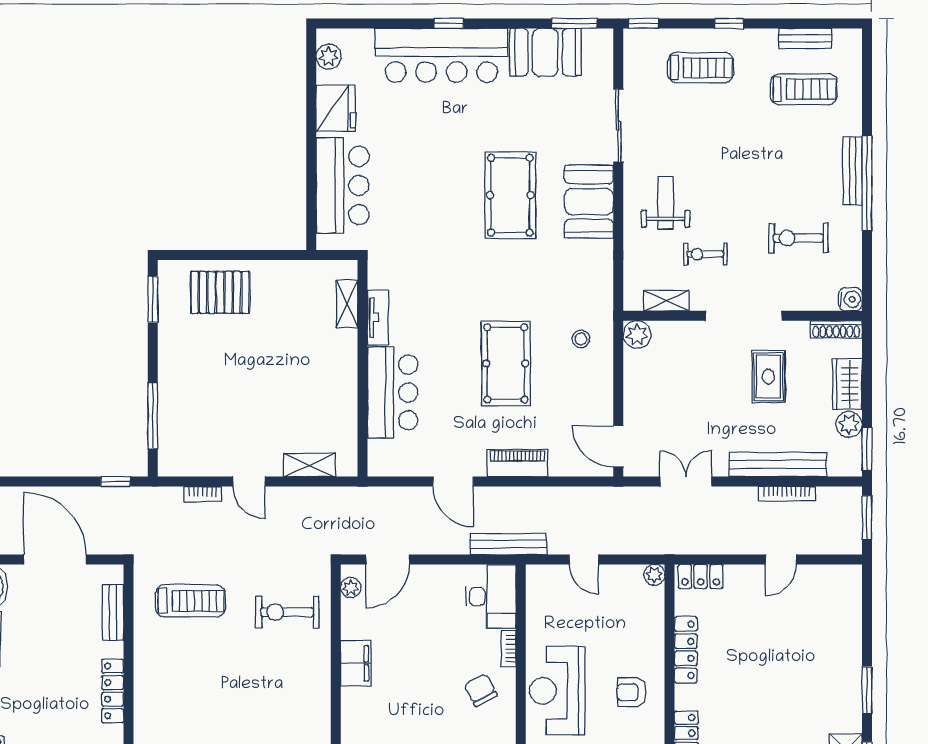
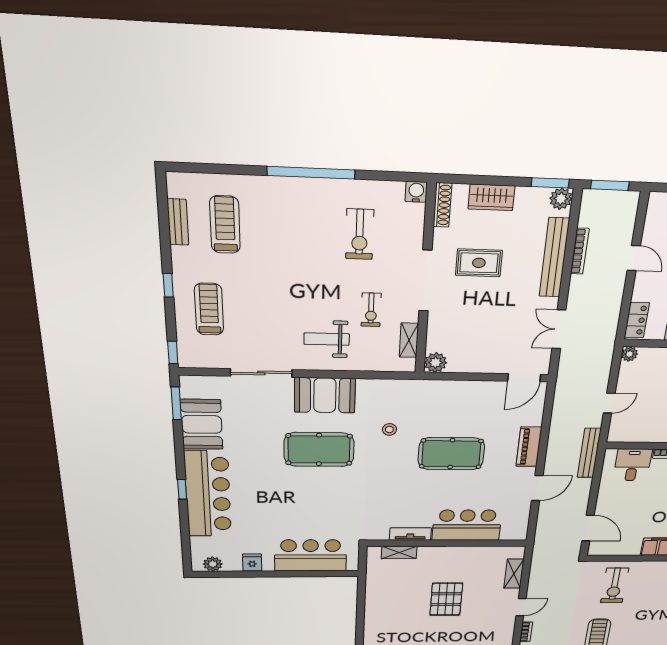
fridge: (336, 108) -> (252, 563), width x0.53, depth x0.75
bench: (853, 171) -> (299, 185), removed
pallet: (220, 292) -> (446, 599), moved
stool: (581, 339) -> (389, 429), moved
plant: (849, 424) -> (561, 199), moved
plant: (351, 588) -> (604, 550), removed
desk: (491, 597) -> (633, 465), width x0.73

